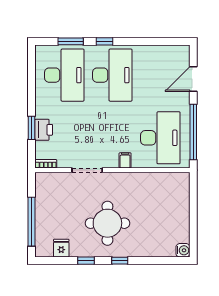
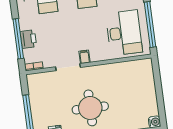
window: (31, 128) -> (18, 39), width x2.11
filing cabinet: (125, 160) -> (84, 57), moved

